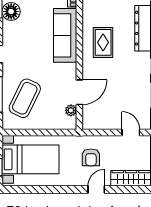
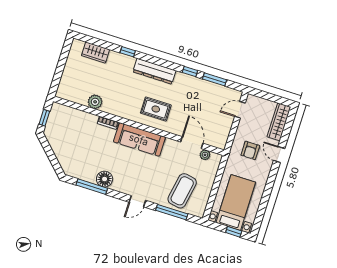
coffee table: (25, 98) -> (182, 191), turned 74
armchair: (91, 157) -> (250, 150), turned 90

